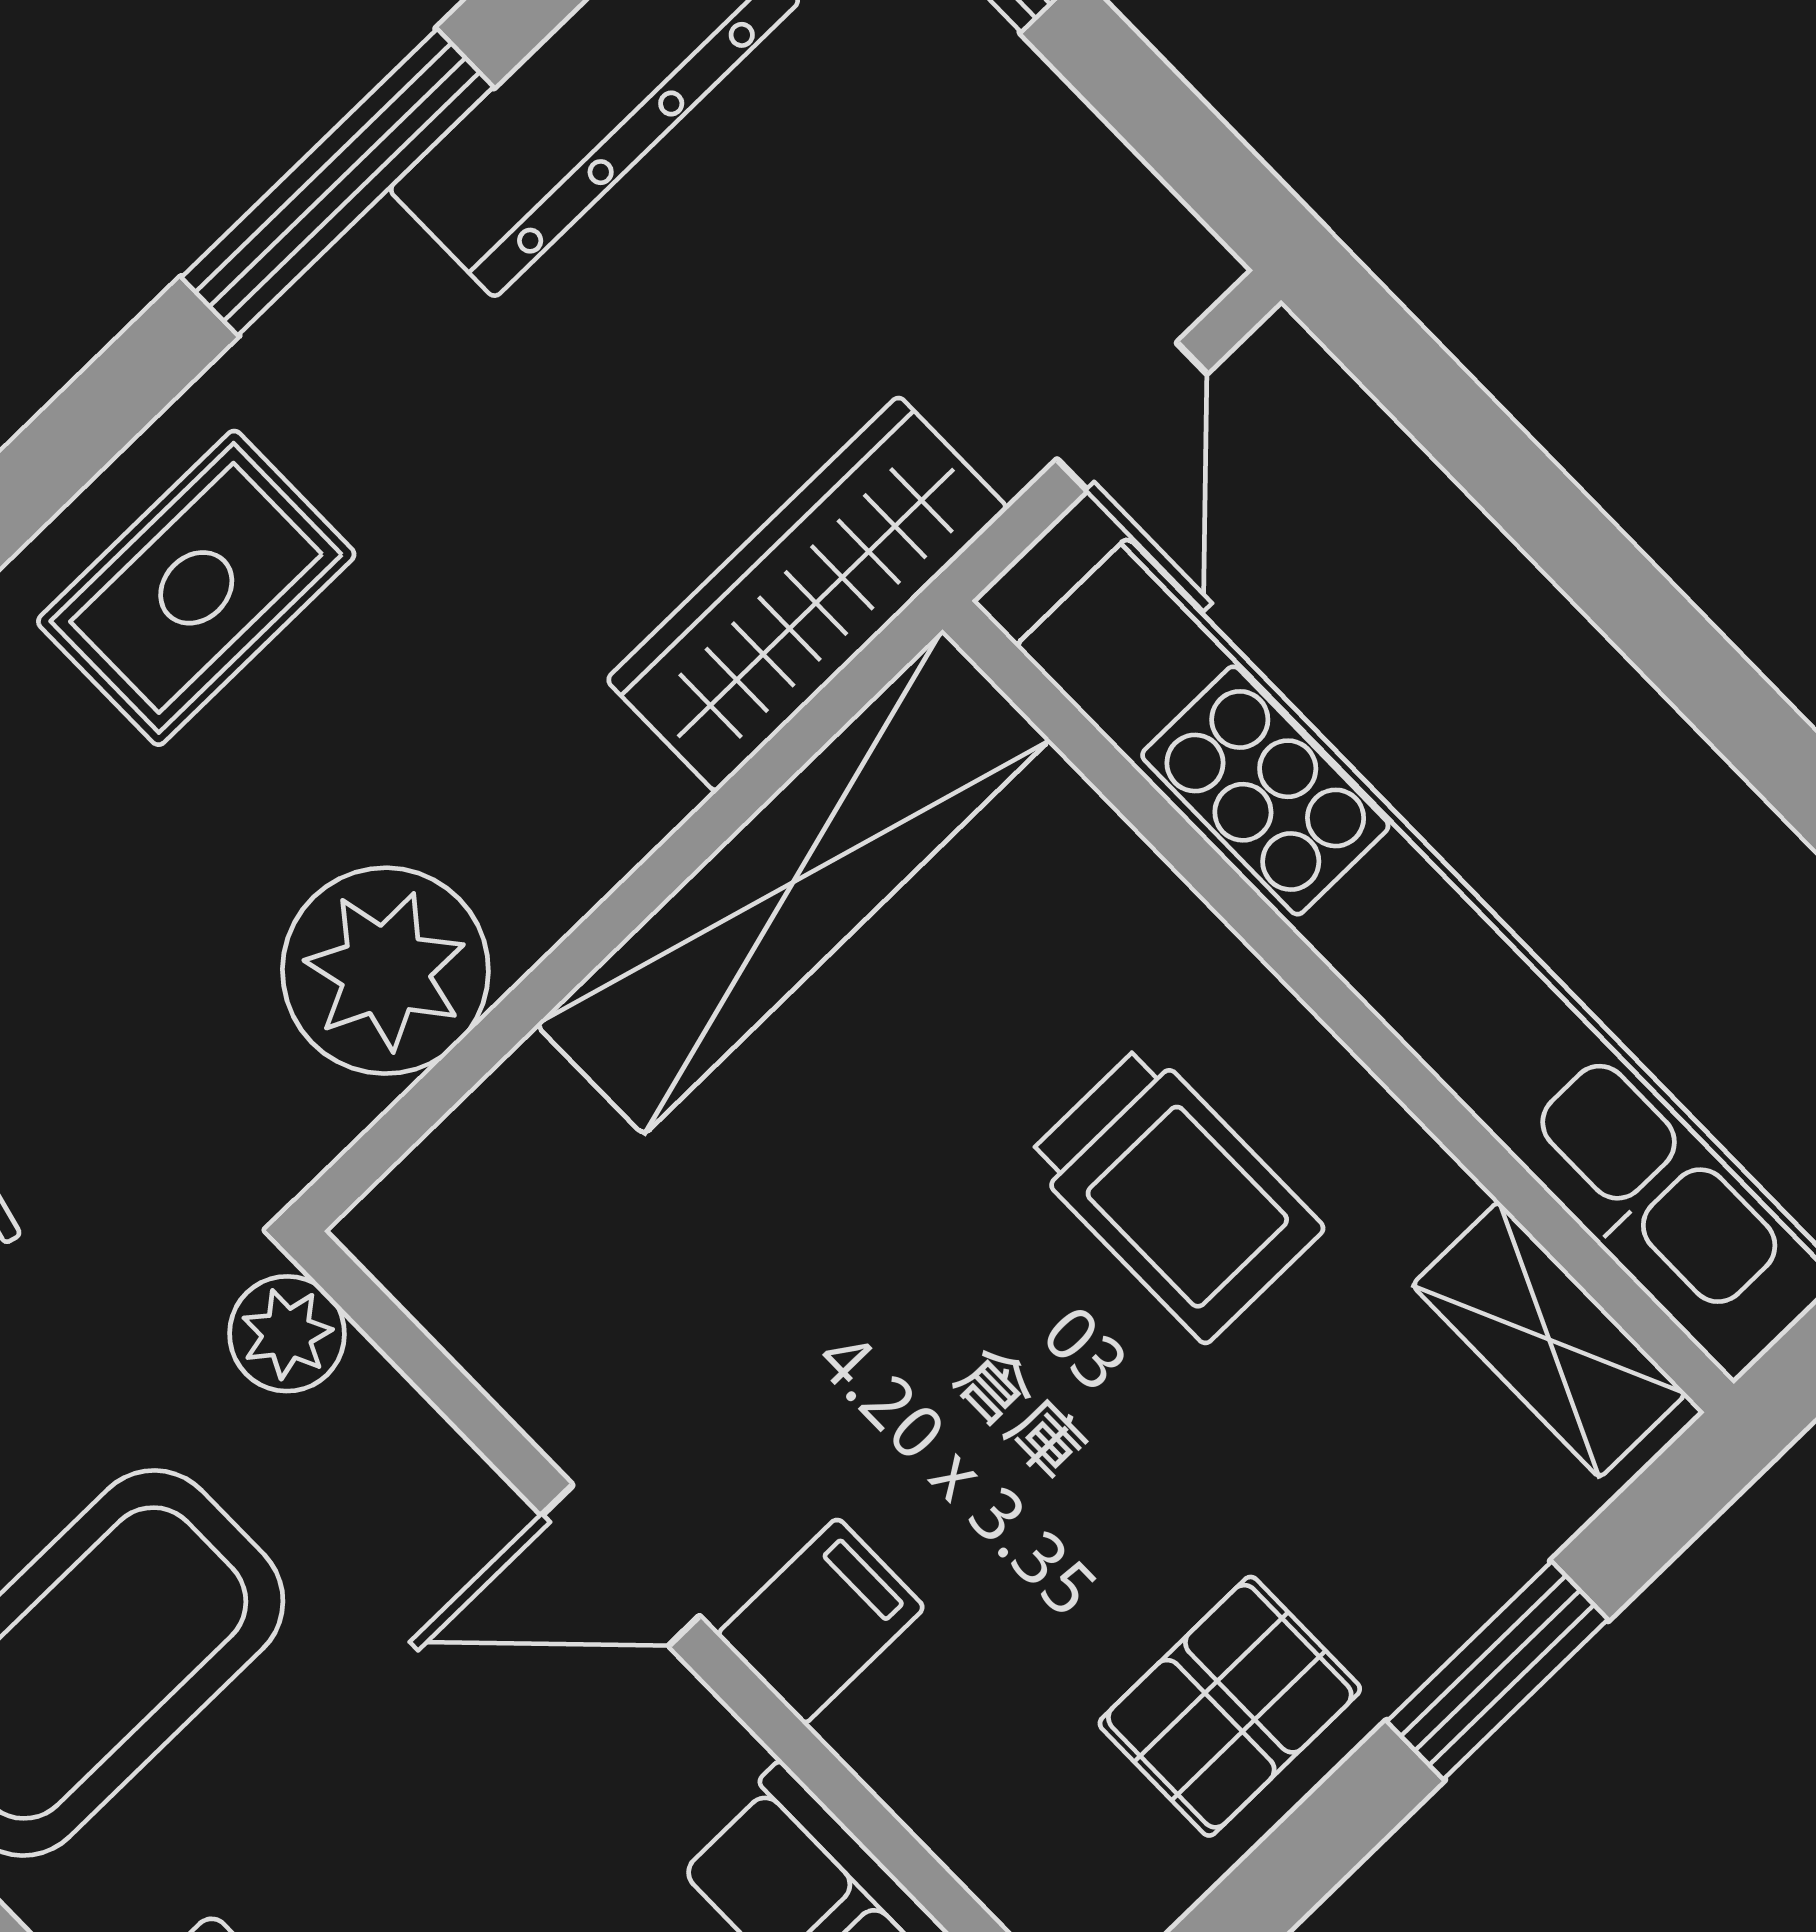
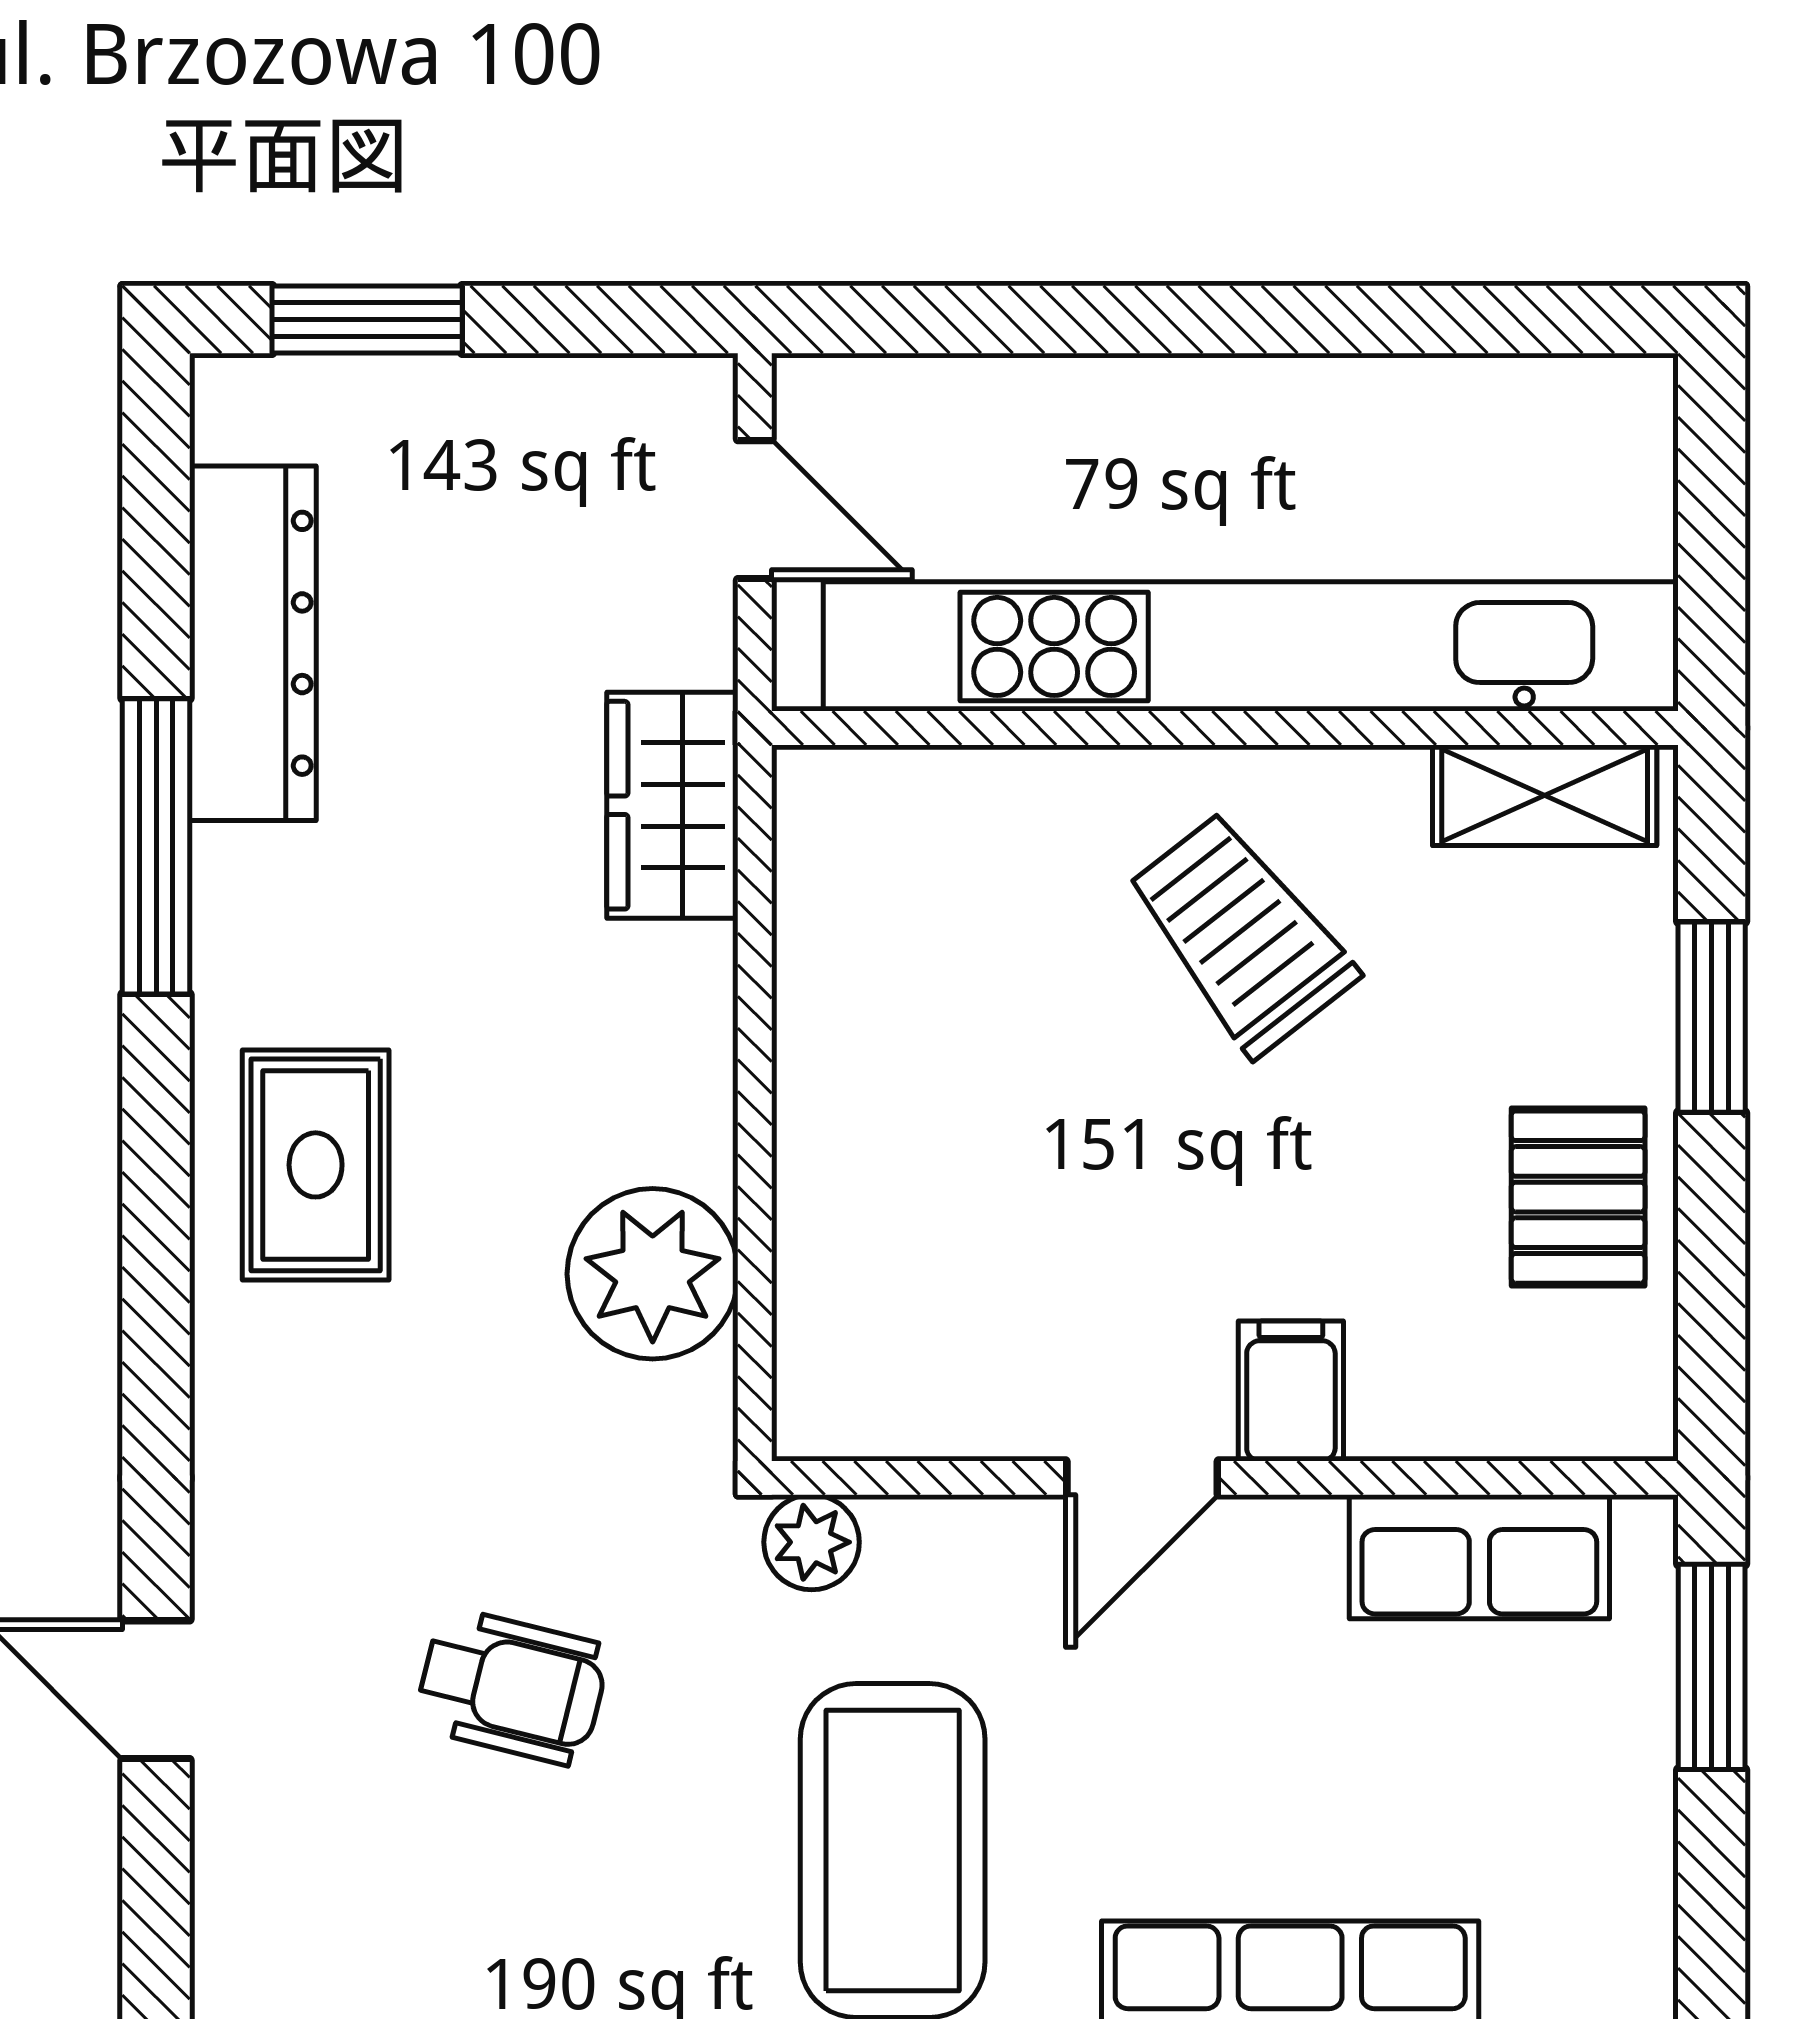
wardrobe: (807, 594) -> (672, 805), width x0.67
shelving: (793, 882) -> (836, 980), removed
trolley: (1175, 1194) -> (1241, 933), turned -128

